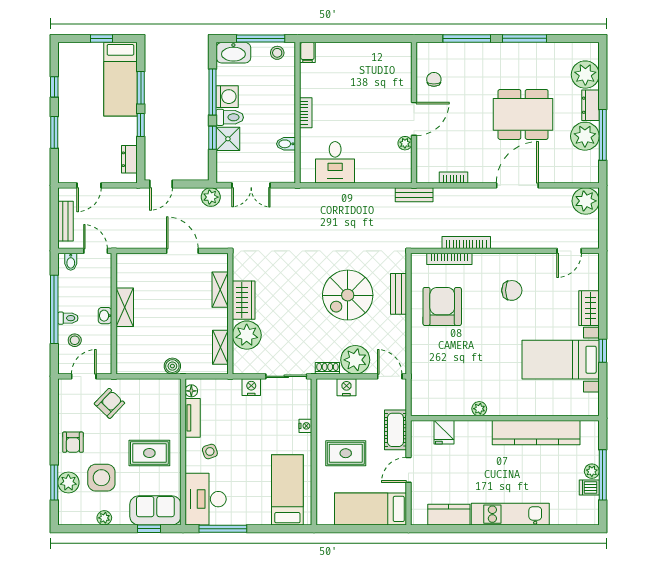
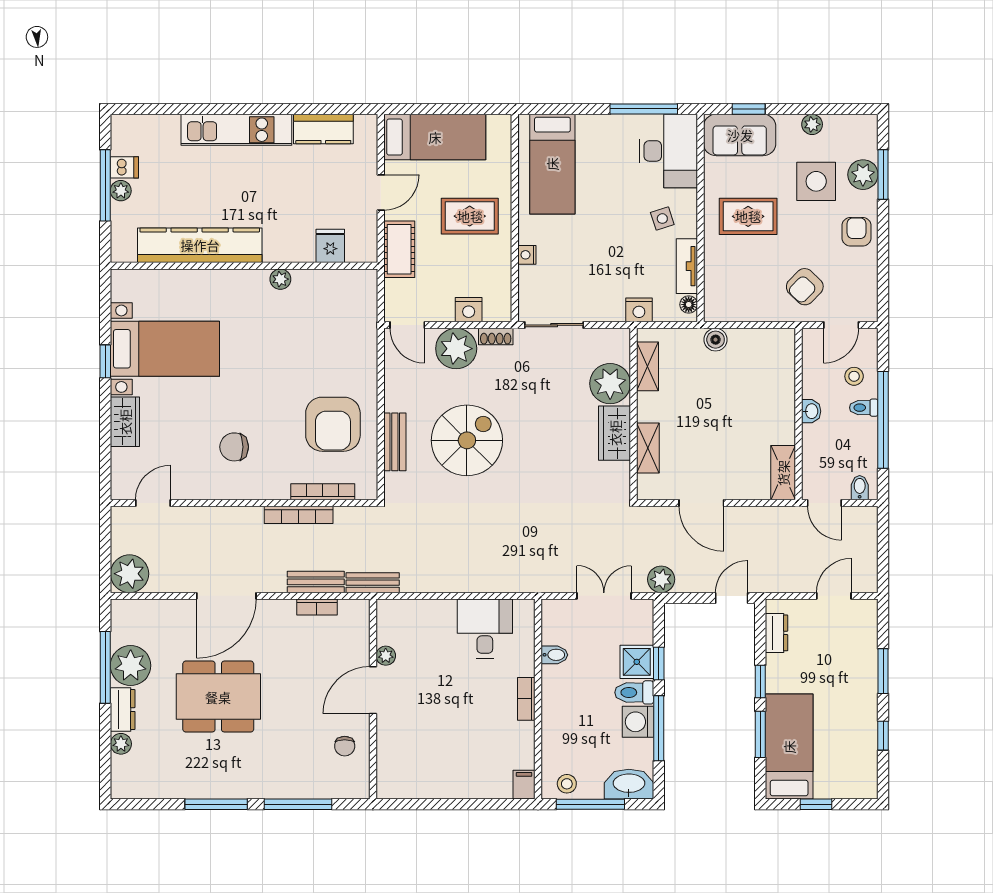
plant: (585, 75) -> (121, 744), width x0.53, depth x0.53
bench: (66, 221) -> (316, 582), moved, turned 90
shelving: (125, 307) -> (783, 473), moved
nightstand: (251, 387) -> (639, 310), moved

